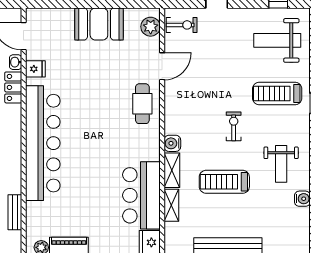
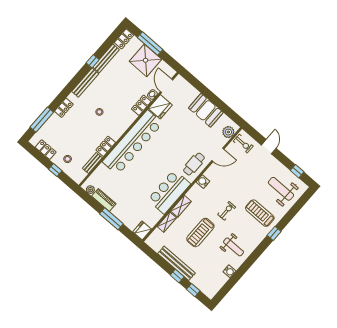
fridge: (35, 69) -> (160, 107), width x1.88, depth x1.34
water cooler: (172, 143) -> (203, 182), moved
weight bench: (281, 164) -> (234, 247), turned -90
locker: (13, 177) -> (106, 146), added
treadmill: (224, 182) -> (200, 232), turned -90
bar counter: (141, 195) -> (169, 192), moved

